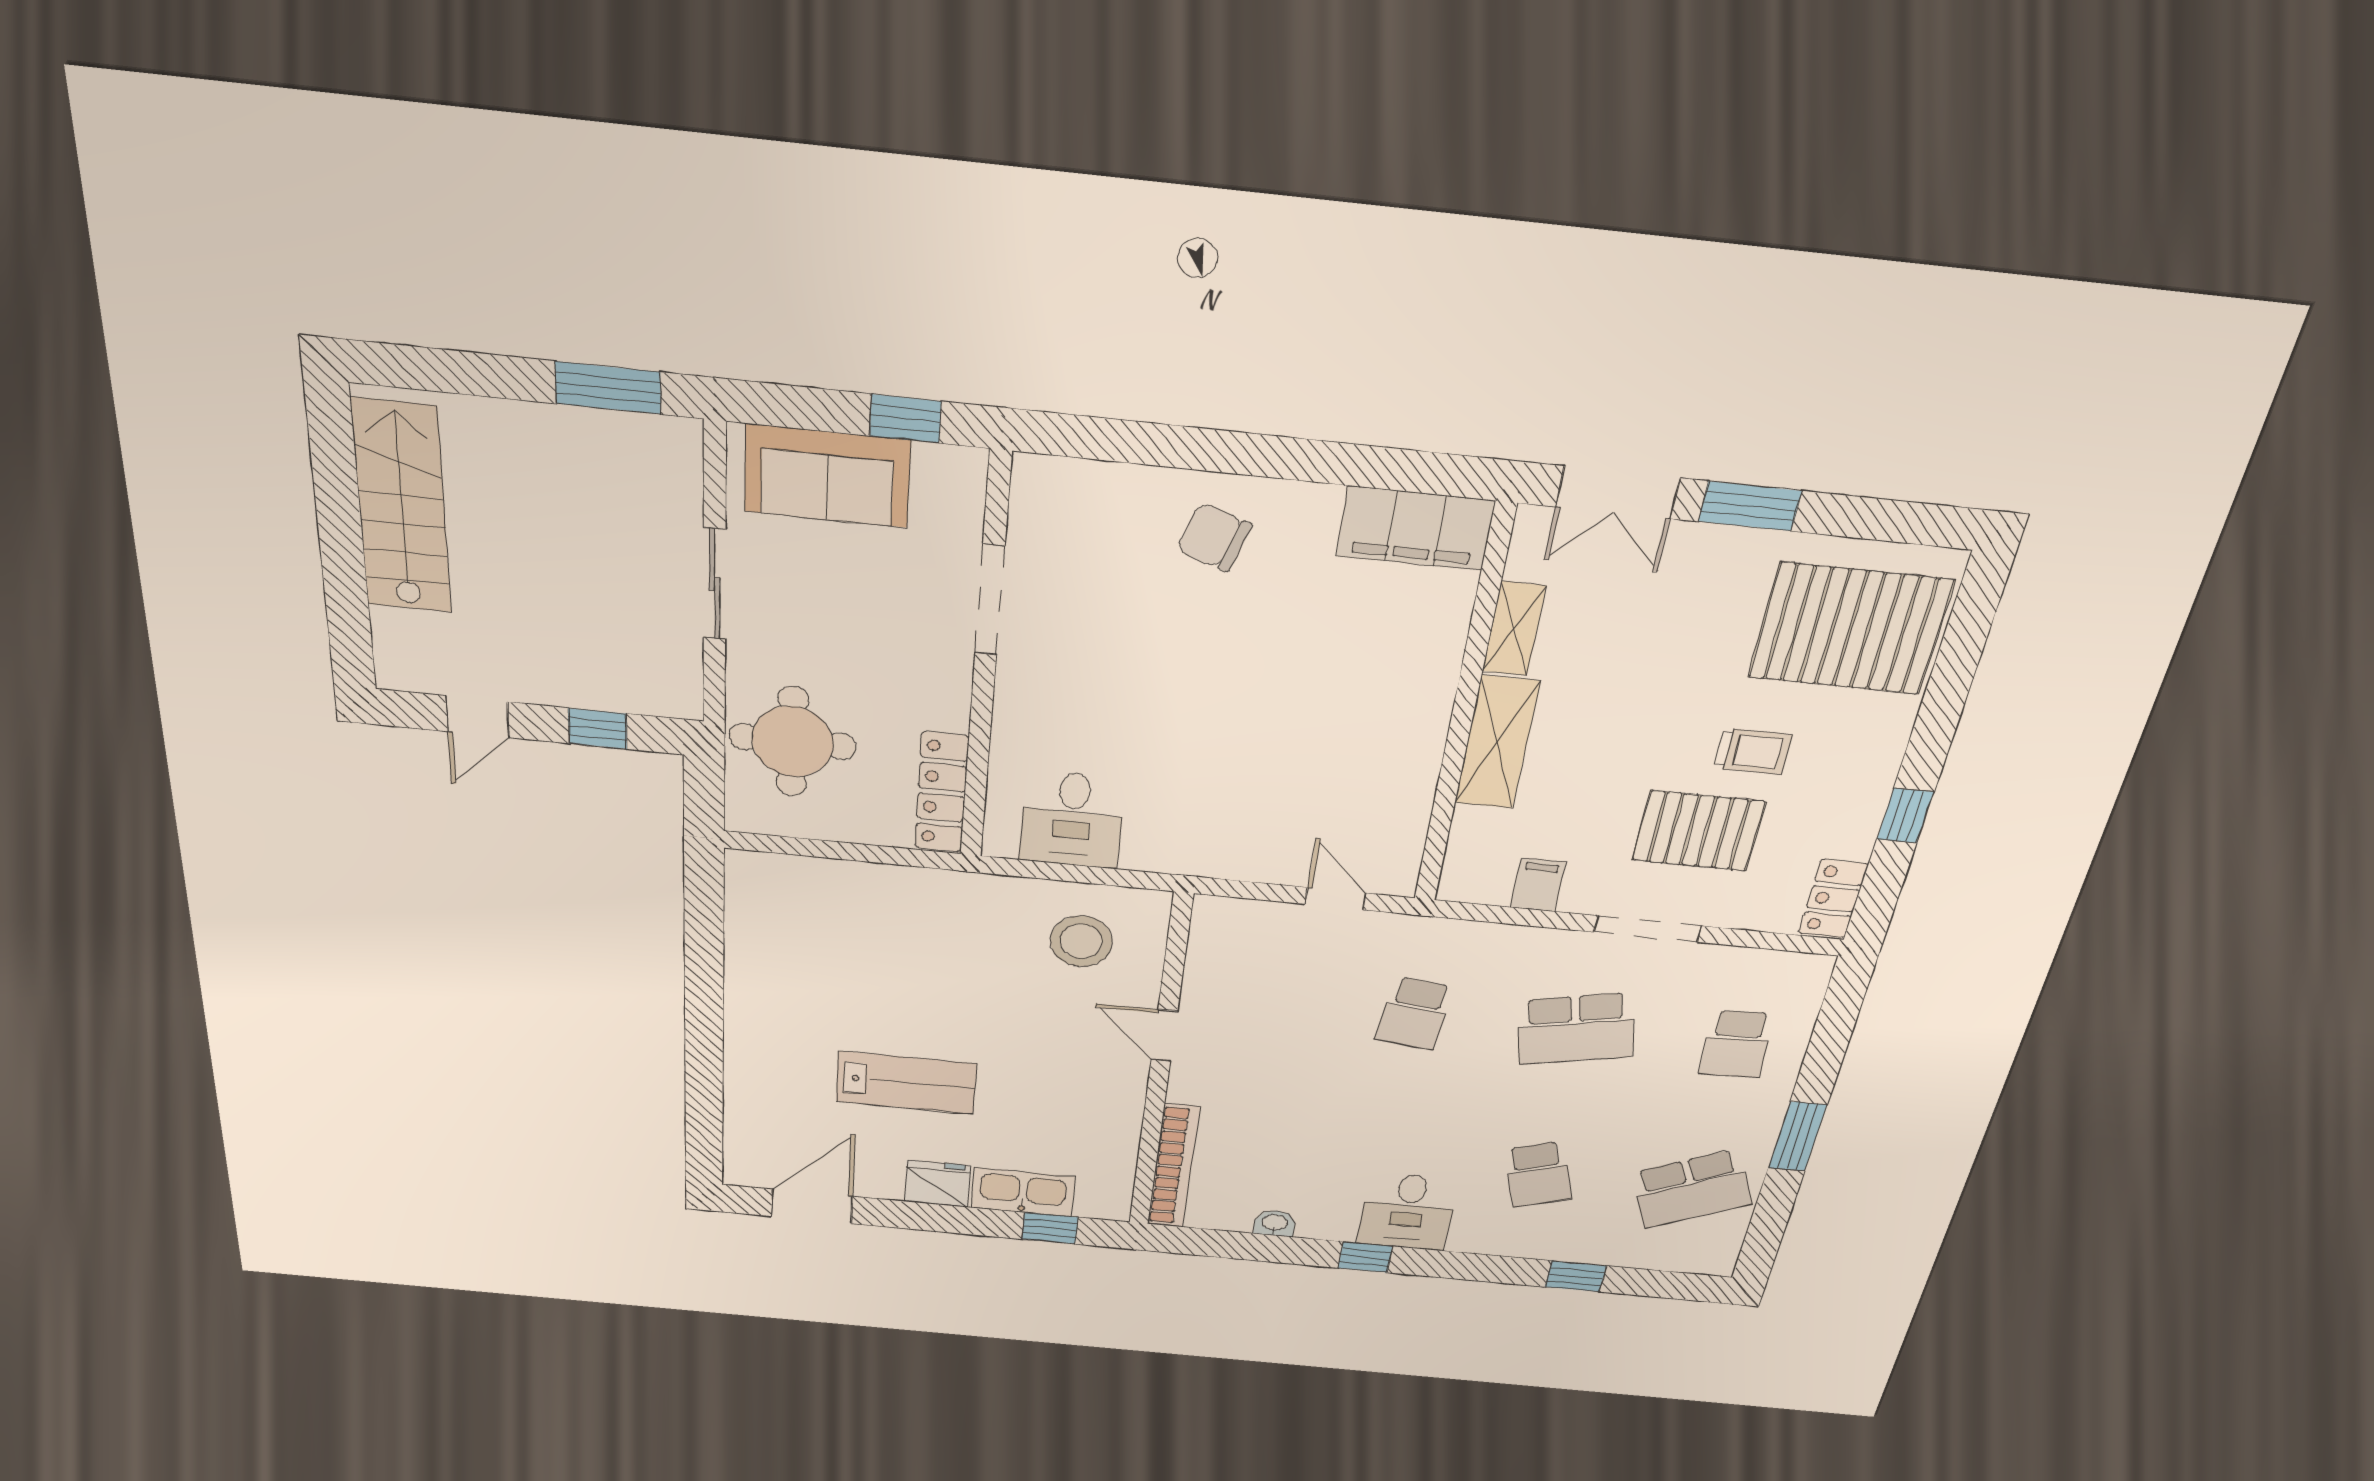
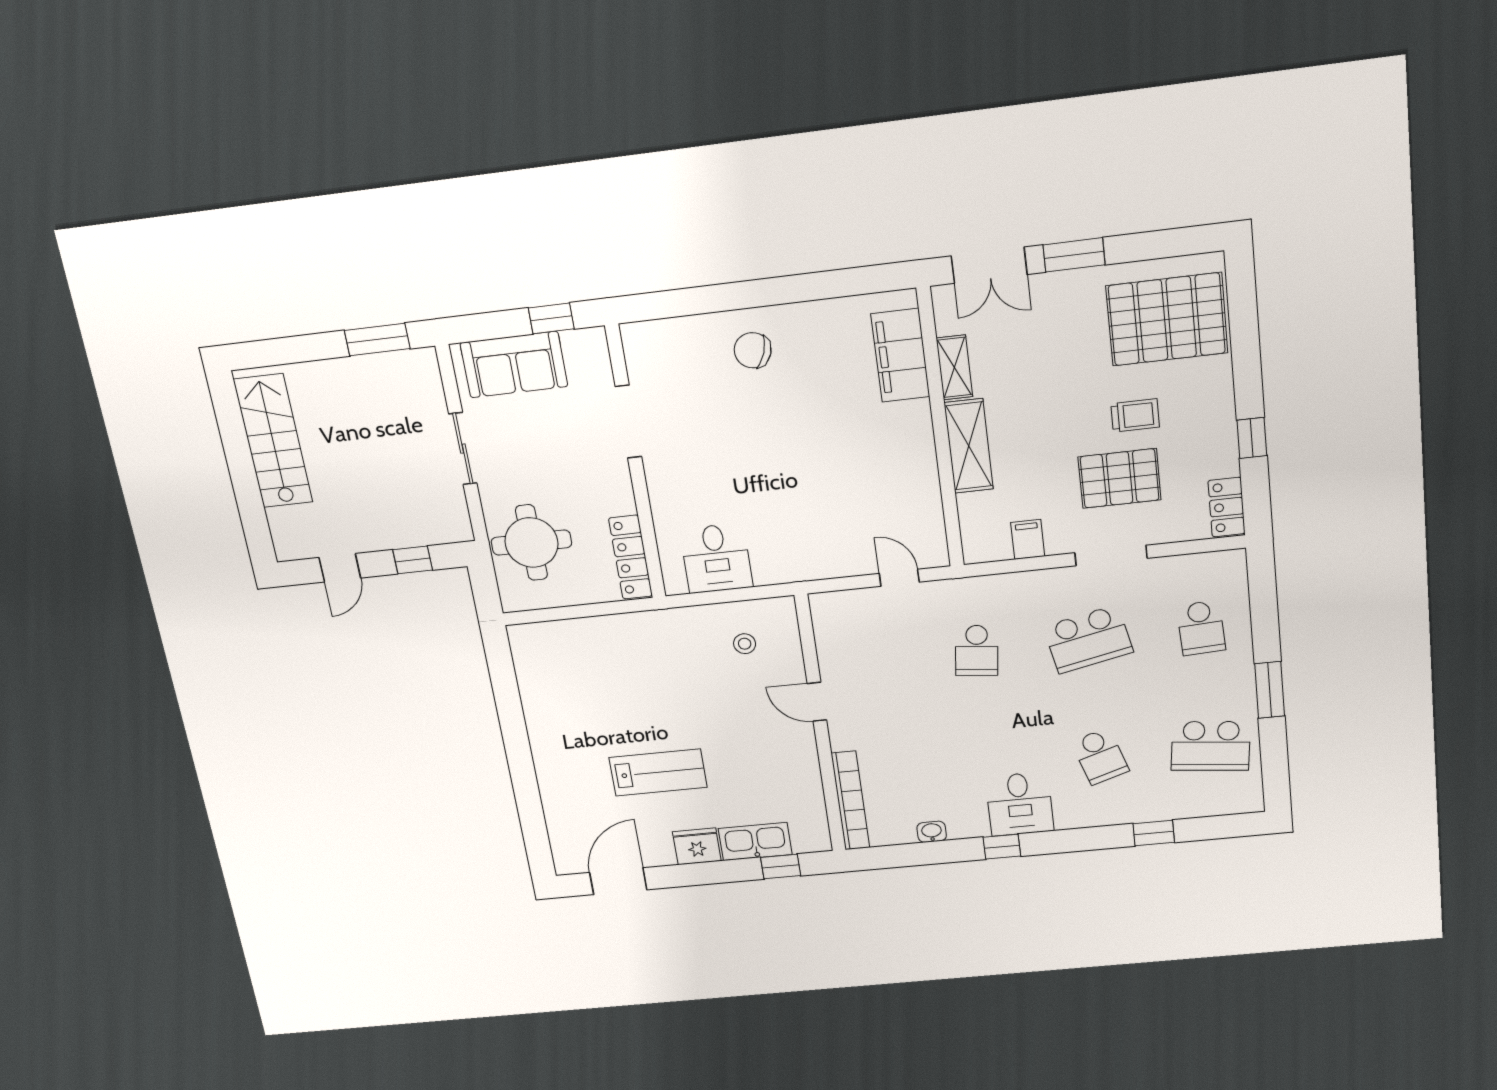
filing cabinet: (1415, 528) -> (900, 355), moved, turned 90
stool: (1081, 941) -> (745, 644), width x0.53, depth x0.53
school desk: (1692, 1189) -> (1211, 746), turned 30

